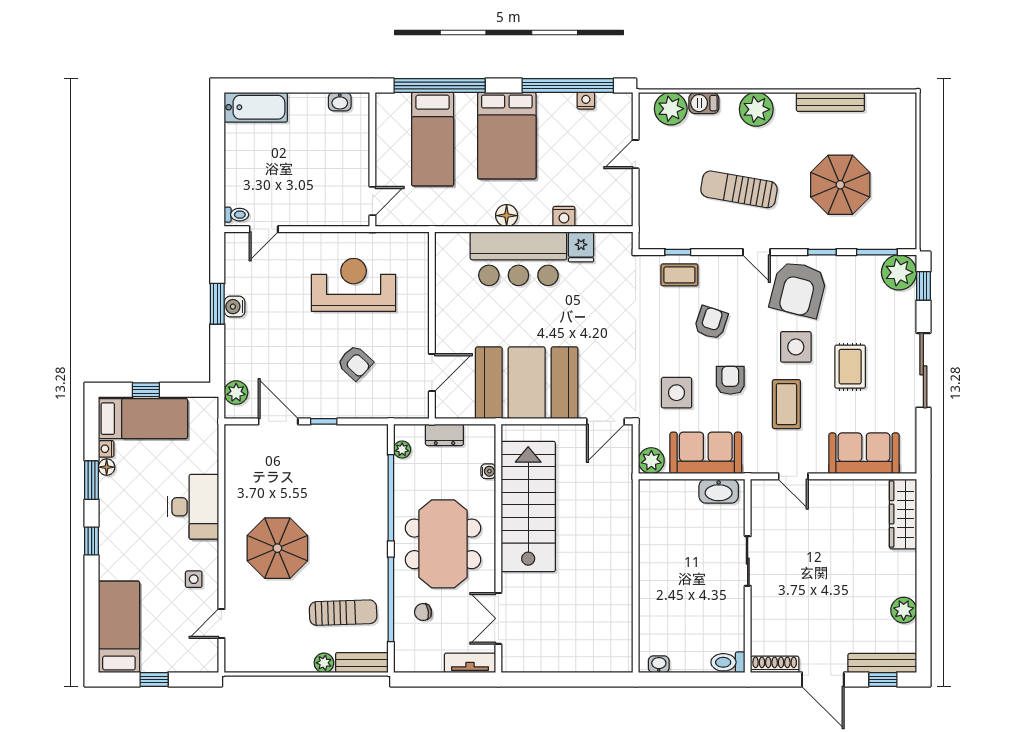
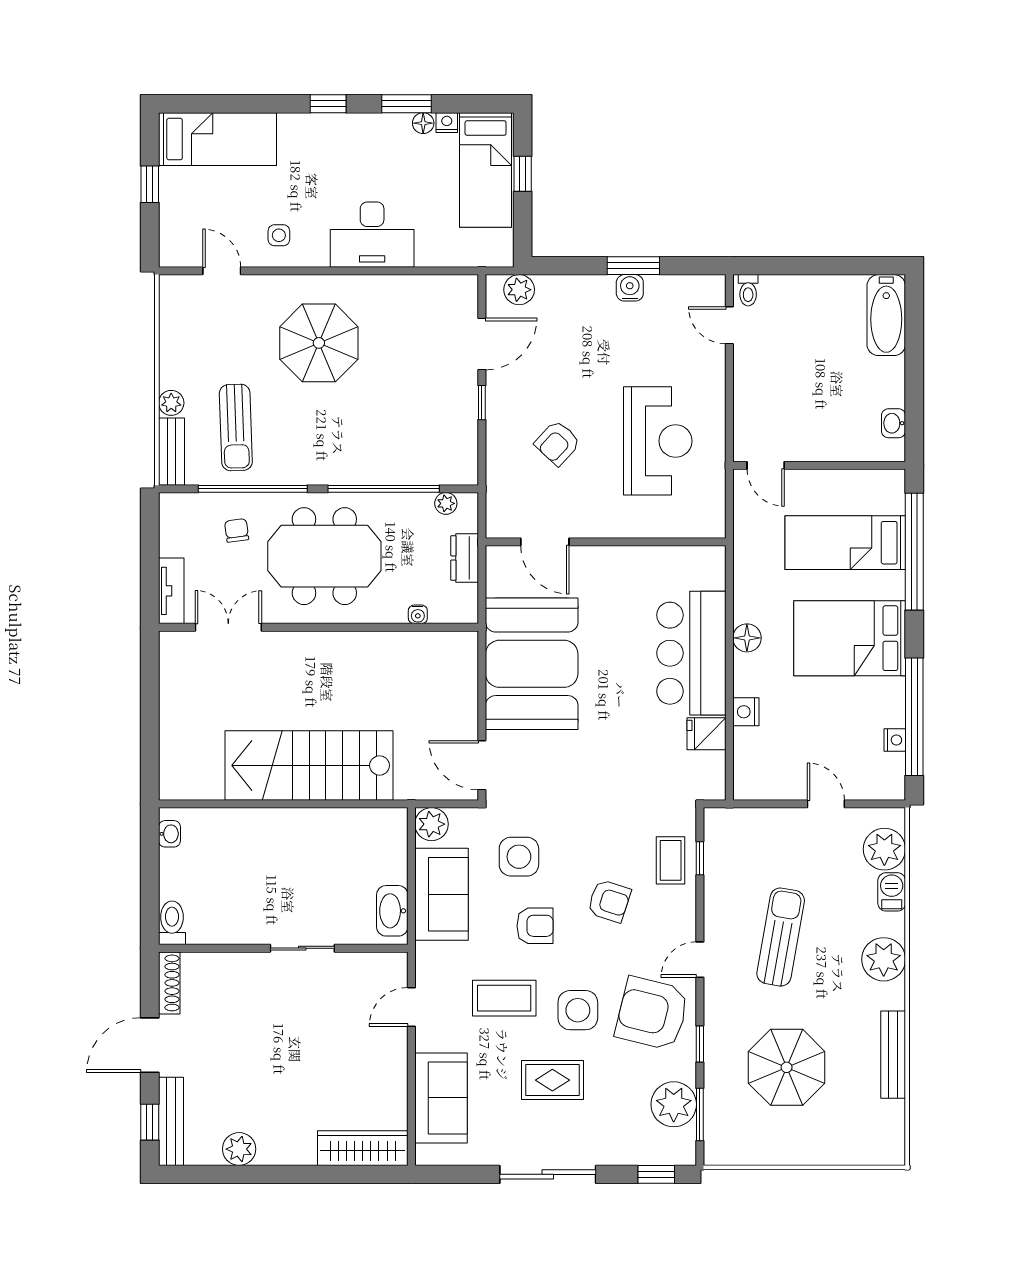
plant: (899, 272) -> (674, 1104), moved
stairs: (528, 507) -> (309, 765), moved, turned 180

